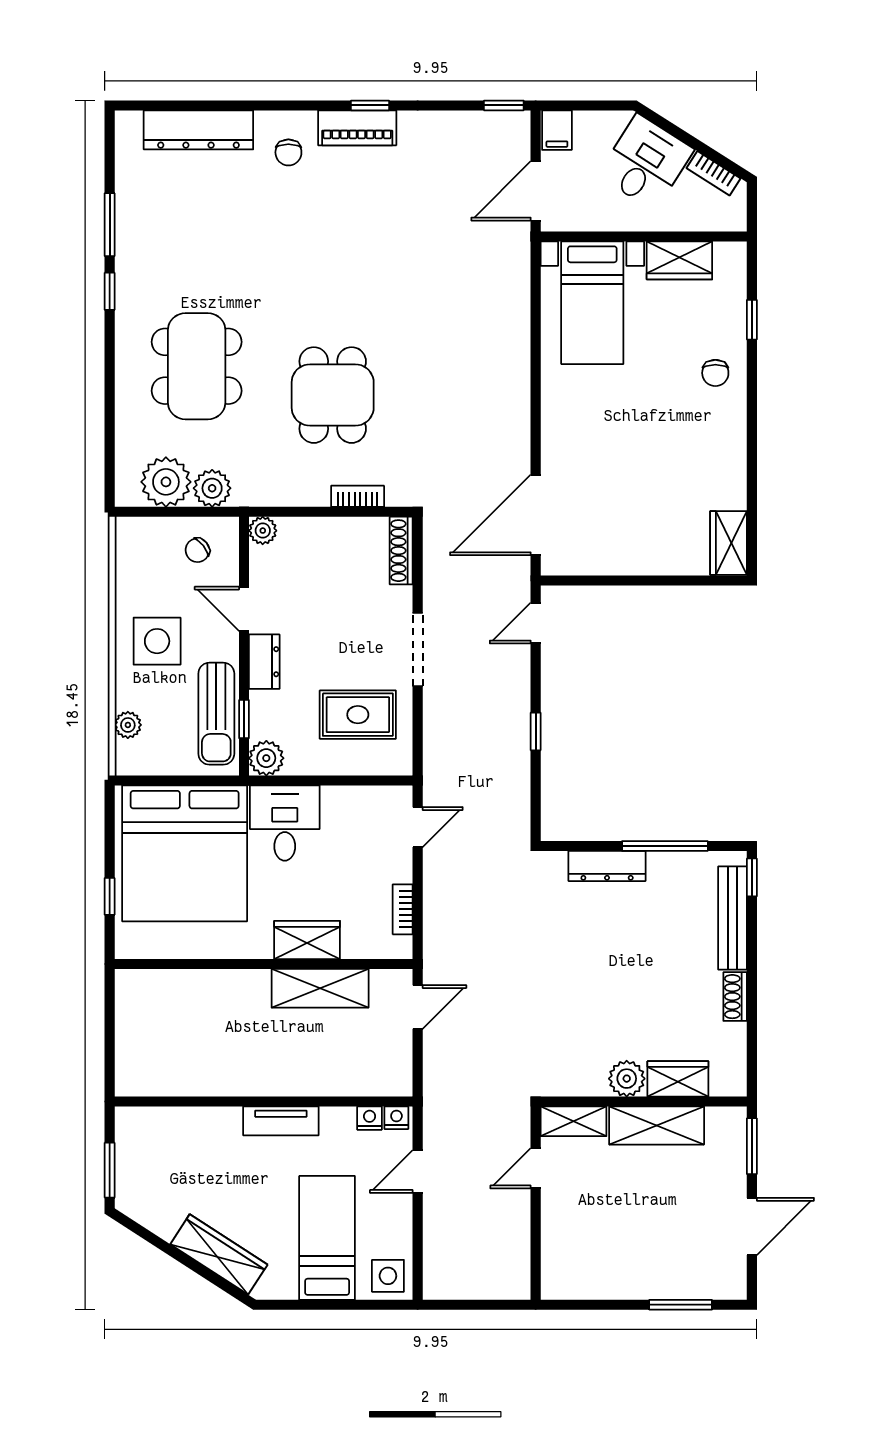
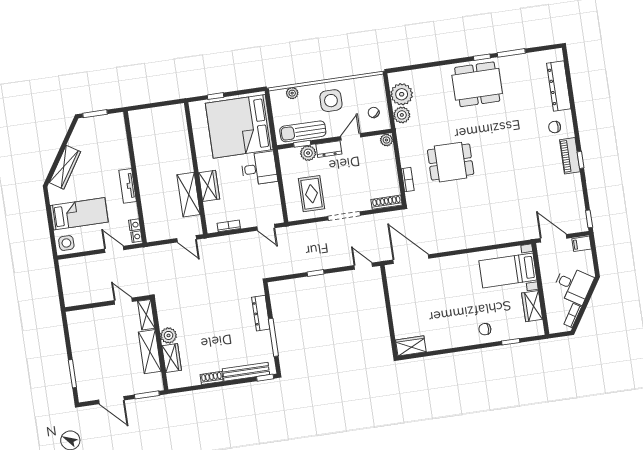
dining table: (197, 366) -> (477, 84), moved
plant: (266, 758) -> (308, 153), moved

